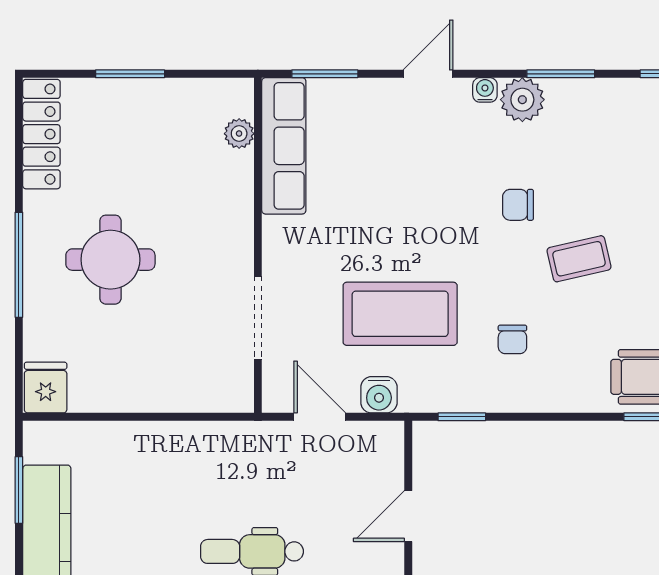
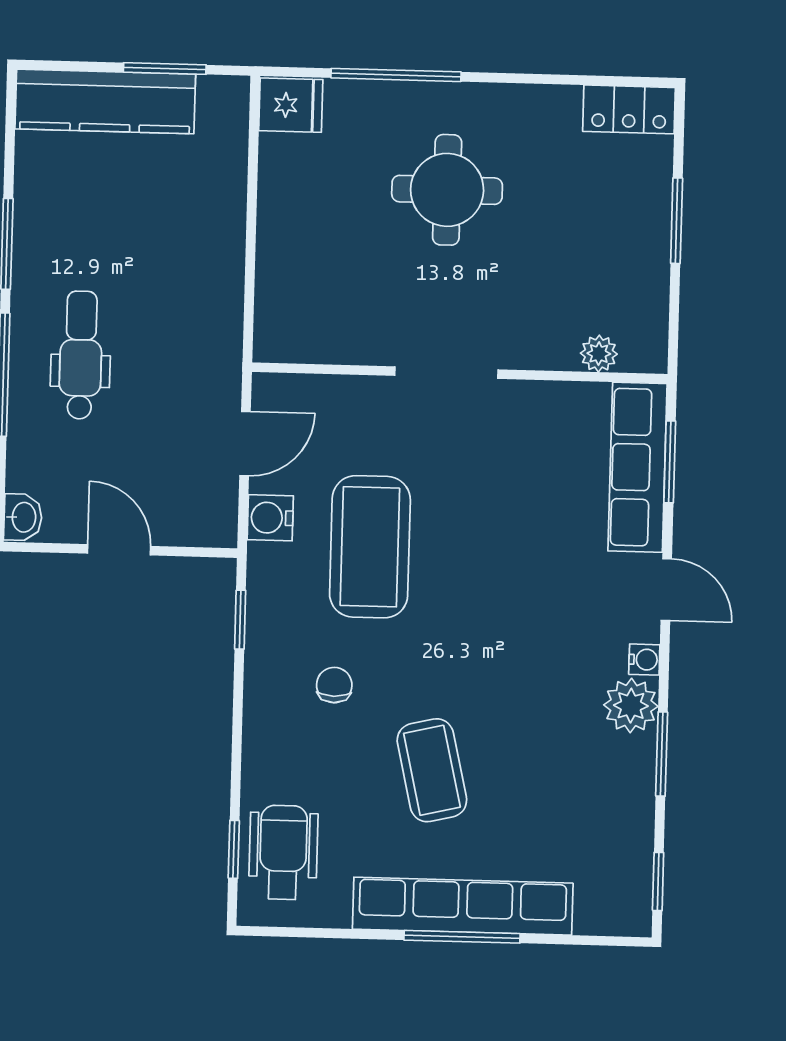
locker: (41, 134) -> (629, 109), width x0.66
row of seats: (284, 146) -> (638, 467), moved, turned 90
chair: (518, 205) -> (501, 697), removed
coffee table: (579, 259) -> (432, 770), width x1.36, depth x1.30
window: (19, 265) -> (396, 75), moved
doorway: (258, 318) -> (446, 373), moved
chair: (512, 339) -> (334, 685), turned 90

